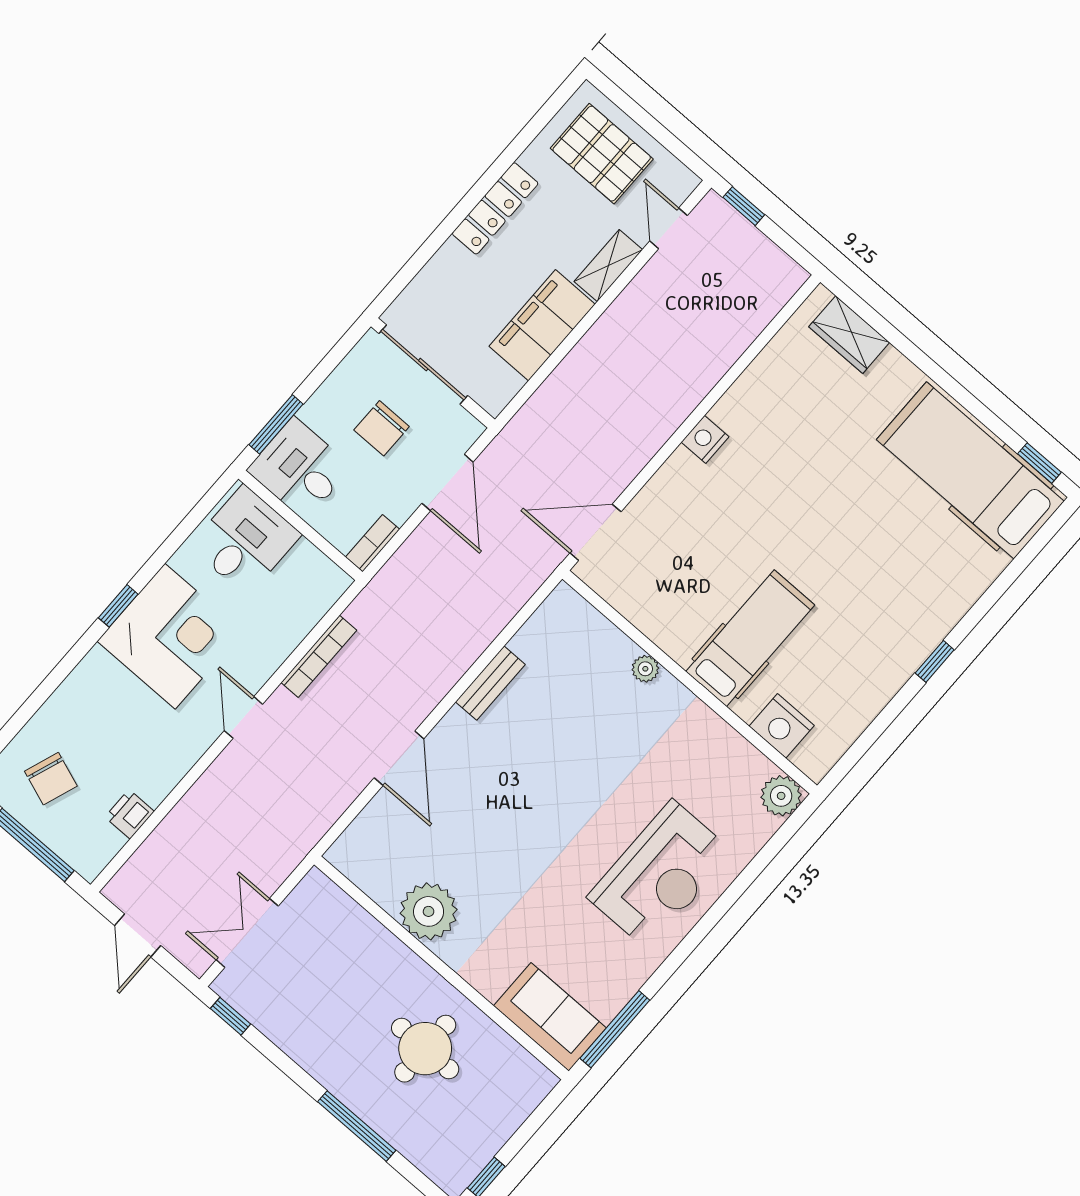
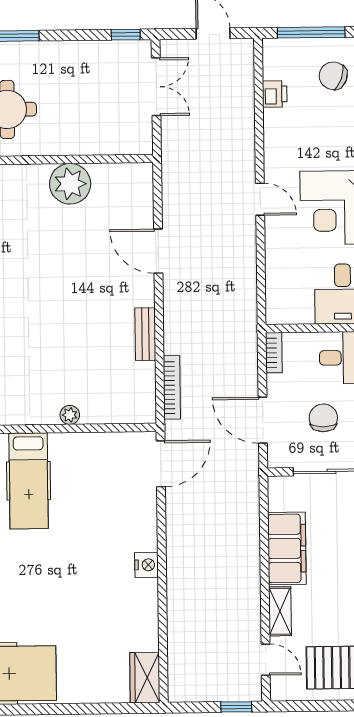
wardrobe: (849, 335) -> (145, 678), moved, turned -90
bookcase: (319, 656) -> (172, 387), moved, turned 180

